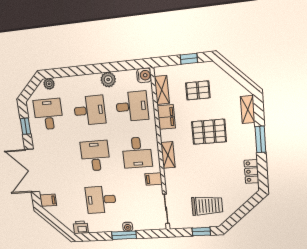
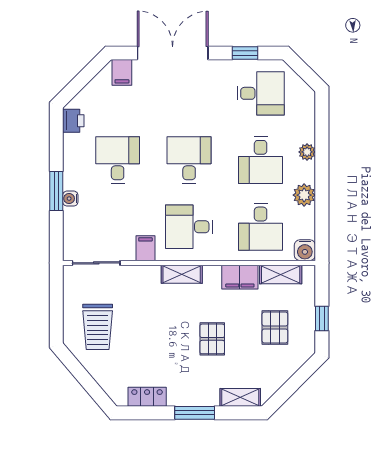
plant: (49, 84) -> (307, 152), moved
pallet: (209, 132) -> (212, 339), width x0.67, depth x0.71
desk: (95, 156) -> (189, 160), turned -90
window: (201, 232) -> (56, 314), removed

